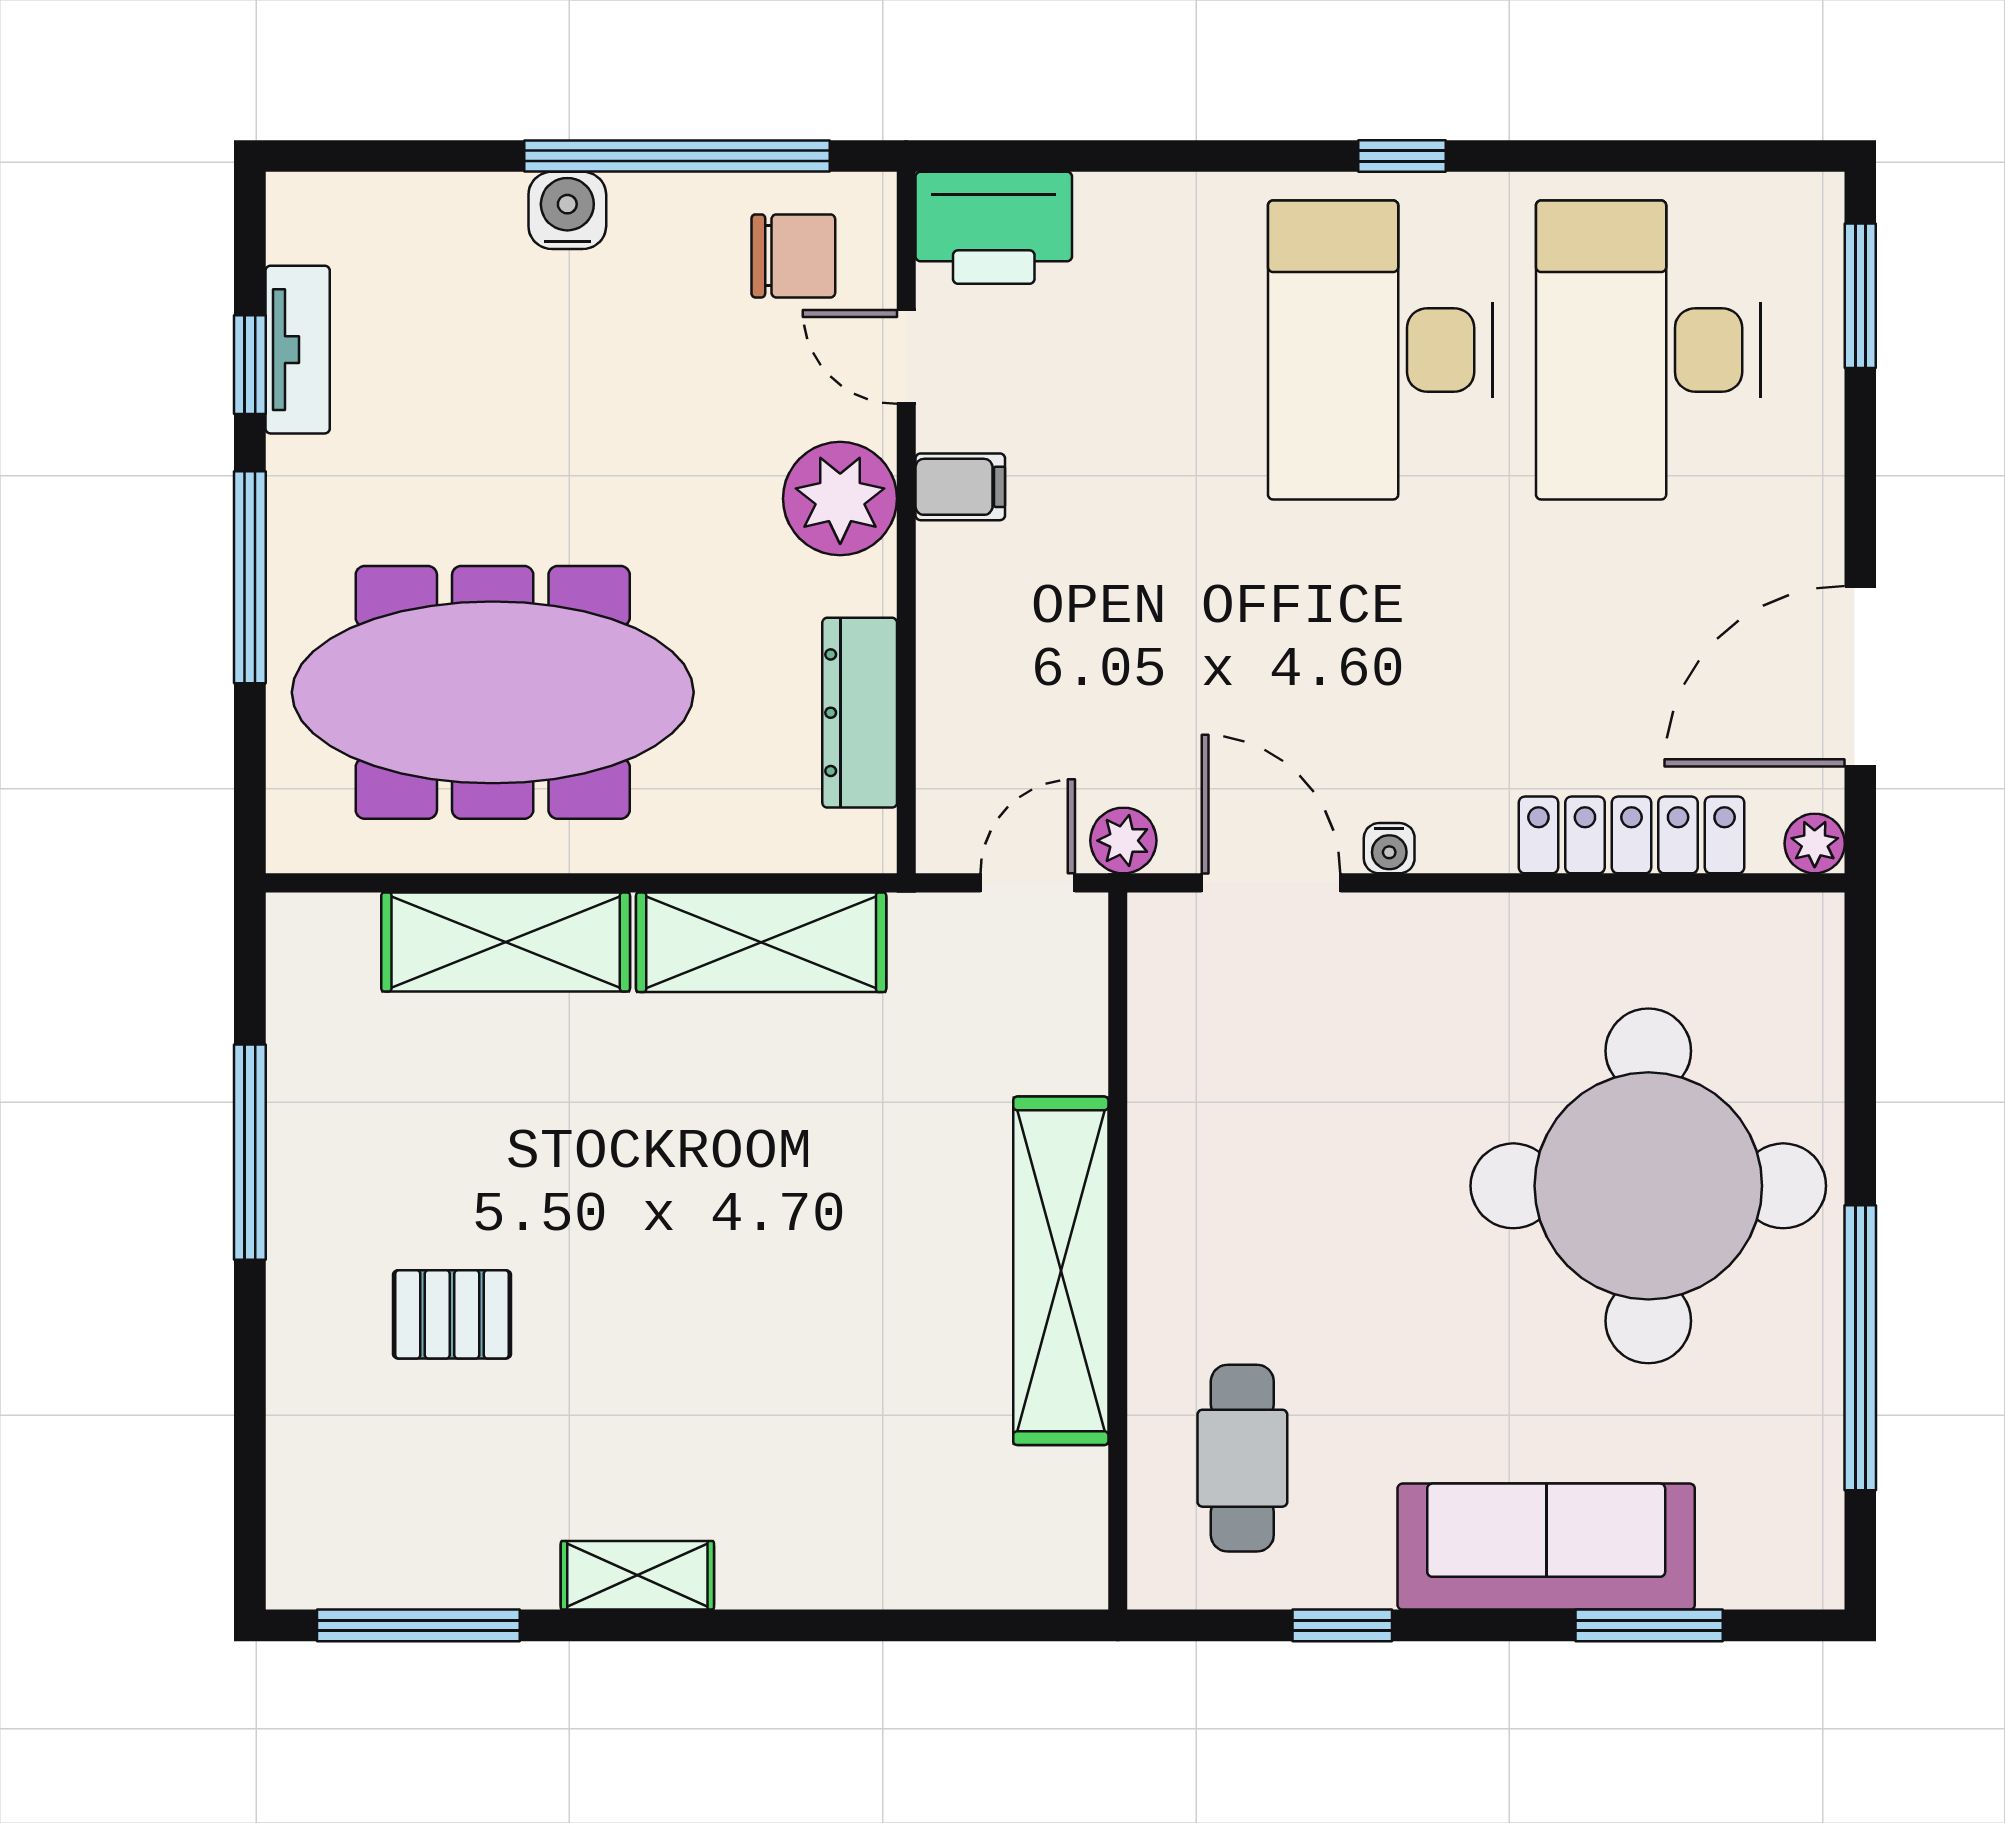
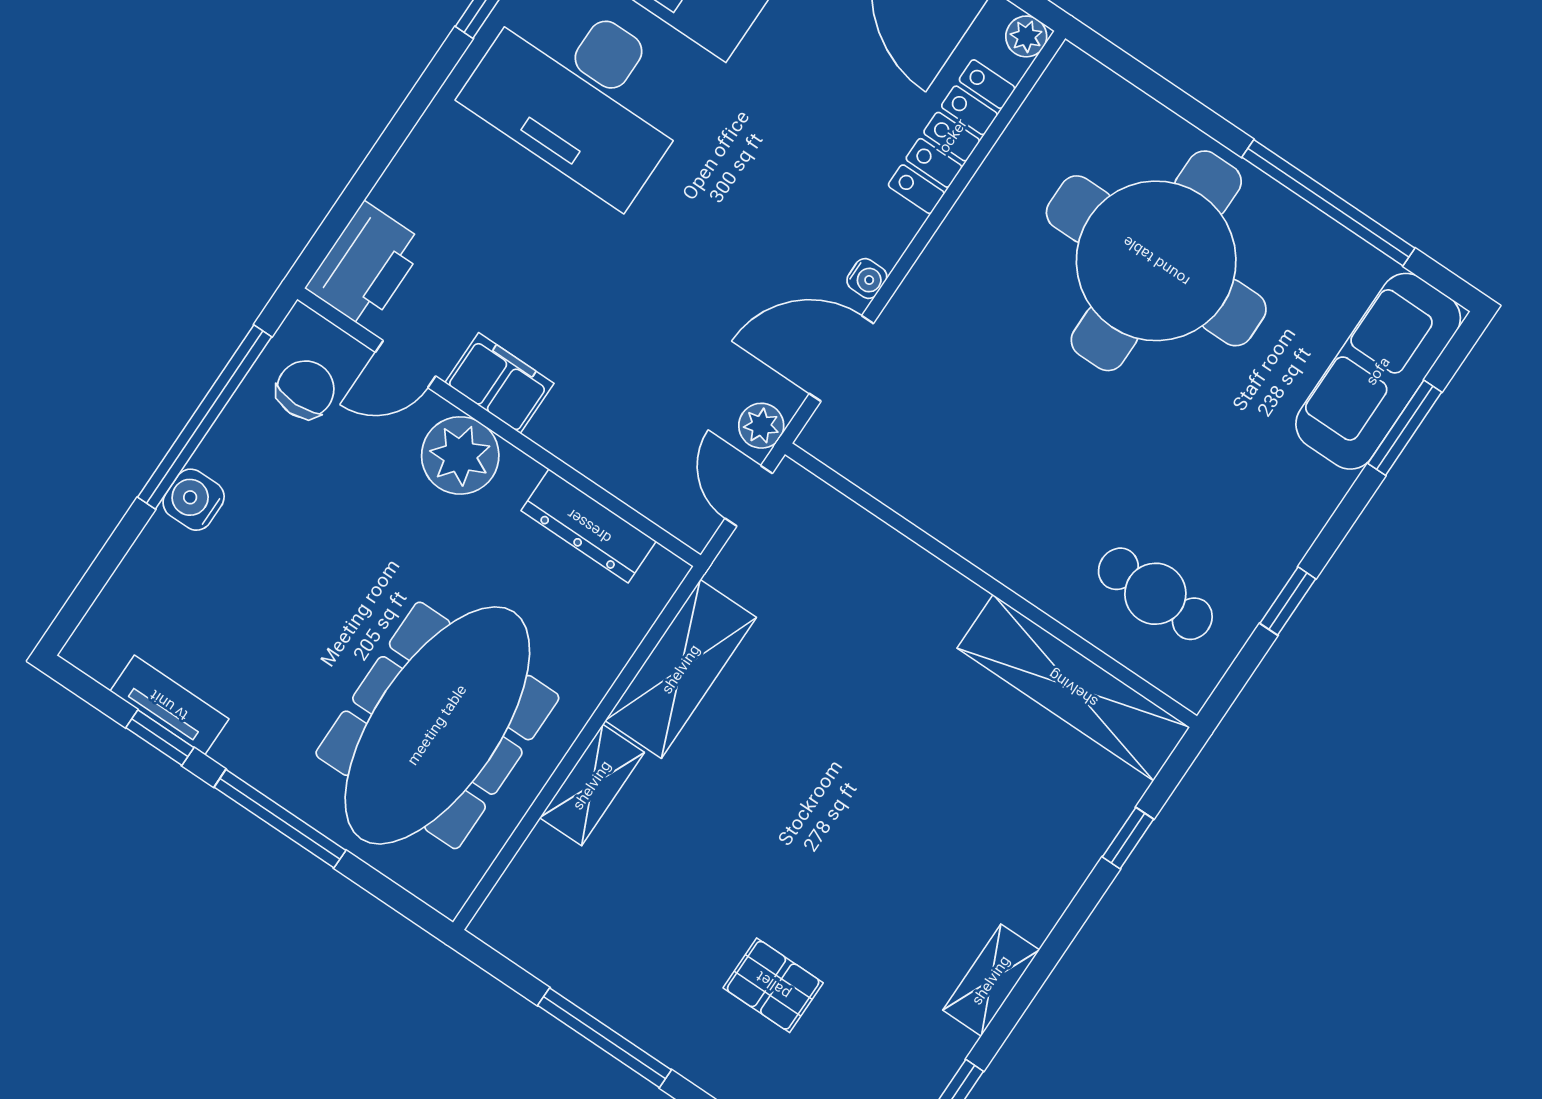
filing cabinet: (960, 487) -> (499, 383), width x2.00
shelving: (506, 942) -> (592, 785), width x0.67, depth x0.75
shelving: (1061, 1271) -> (1073, 688), moved
pallet: (452, 1314) -> (773, 985), turned 90
sofa: (1546, 1547) -> (1378, 371), moved
window: (923, 1625) -> (1128, 838), added

